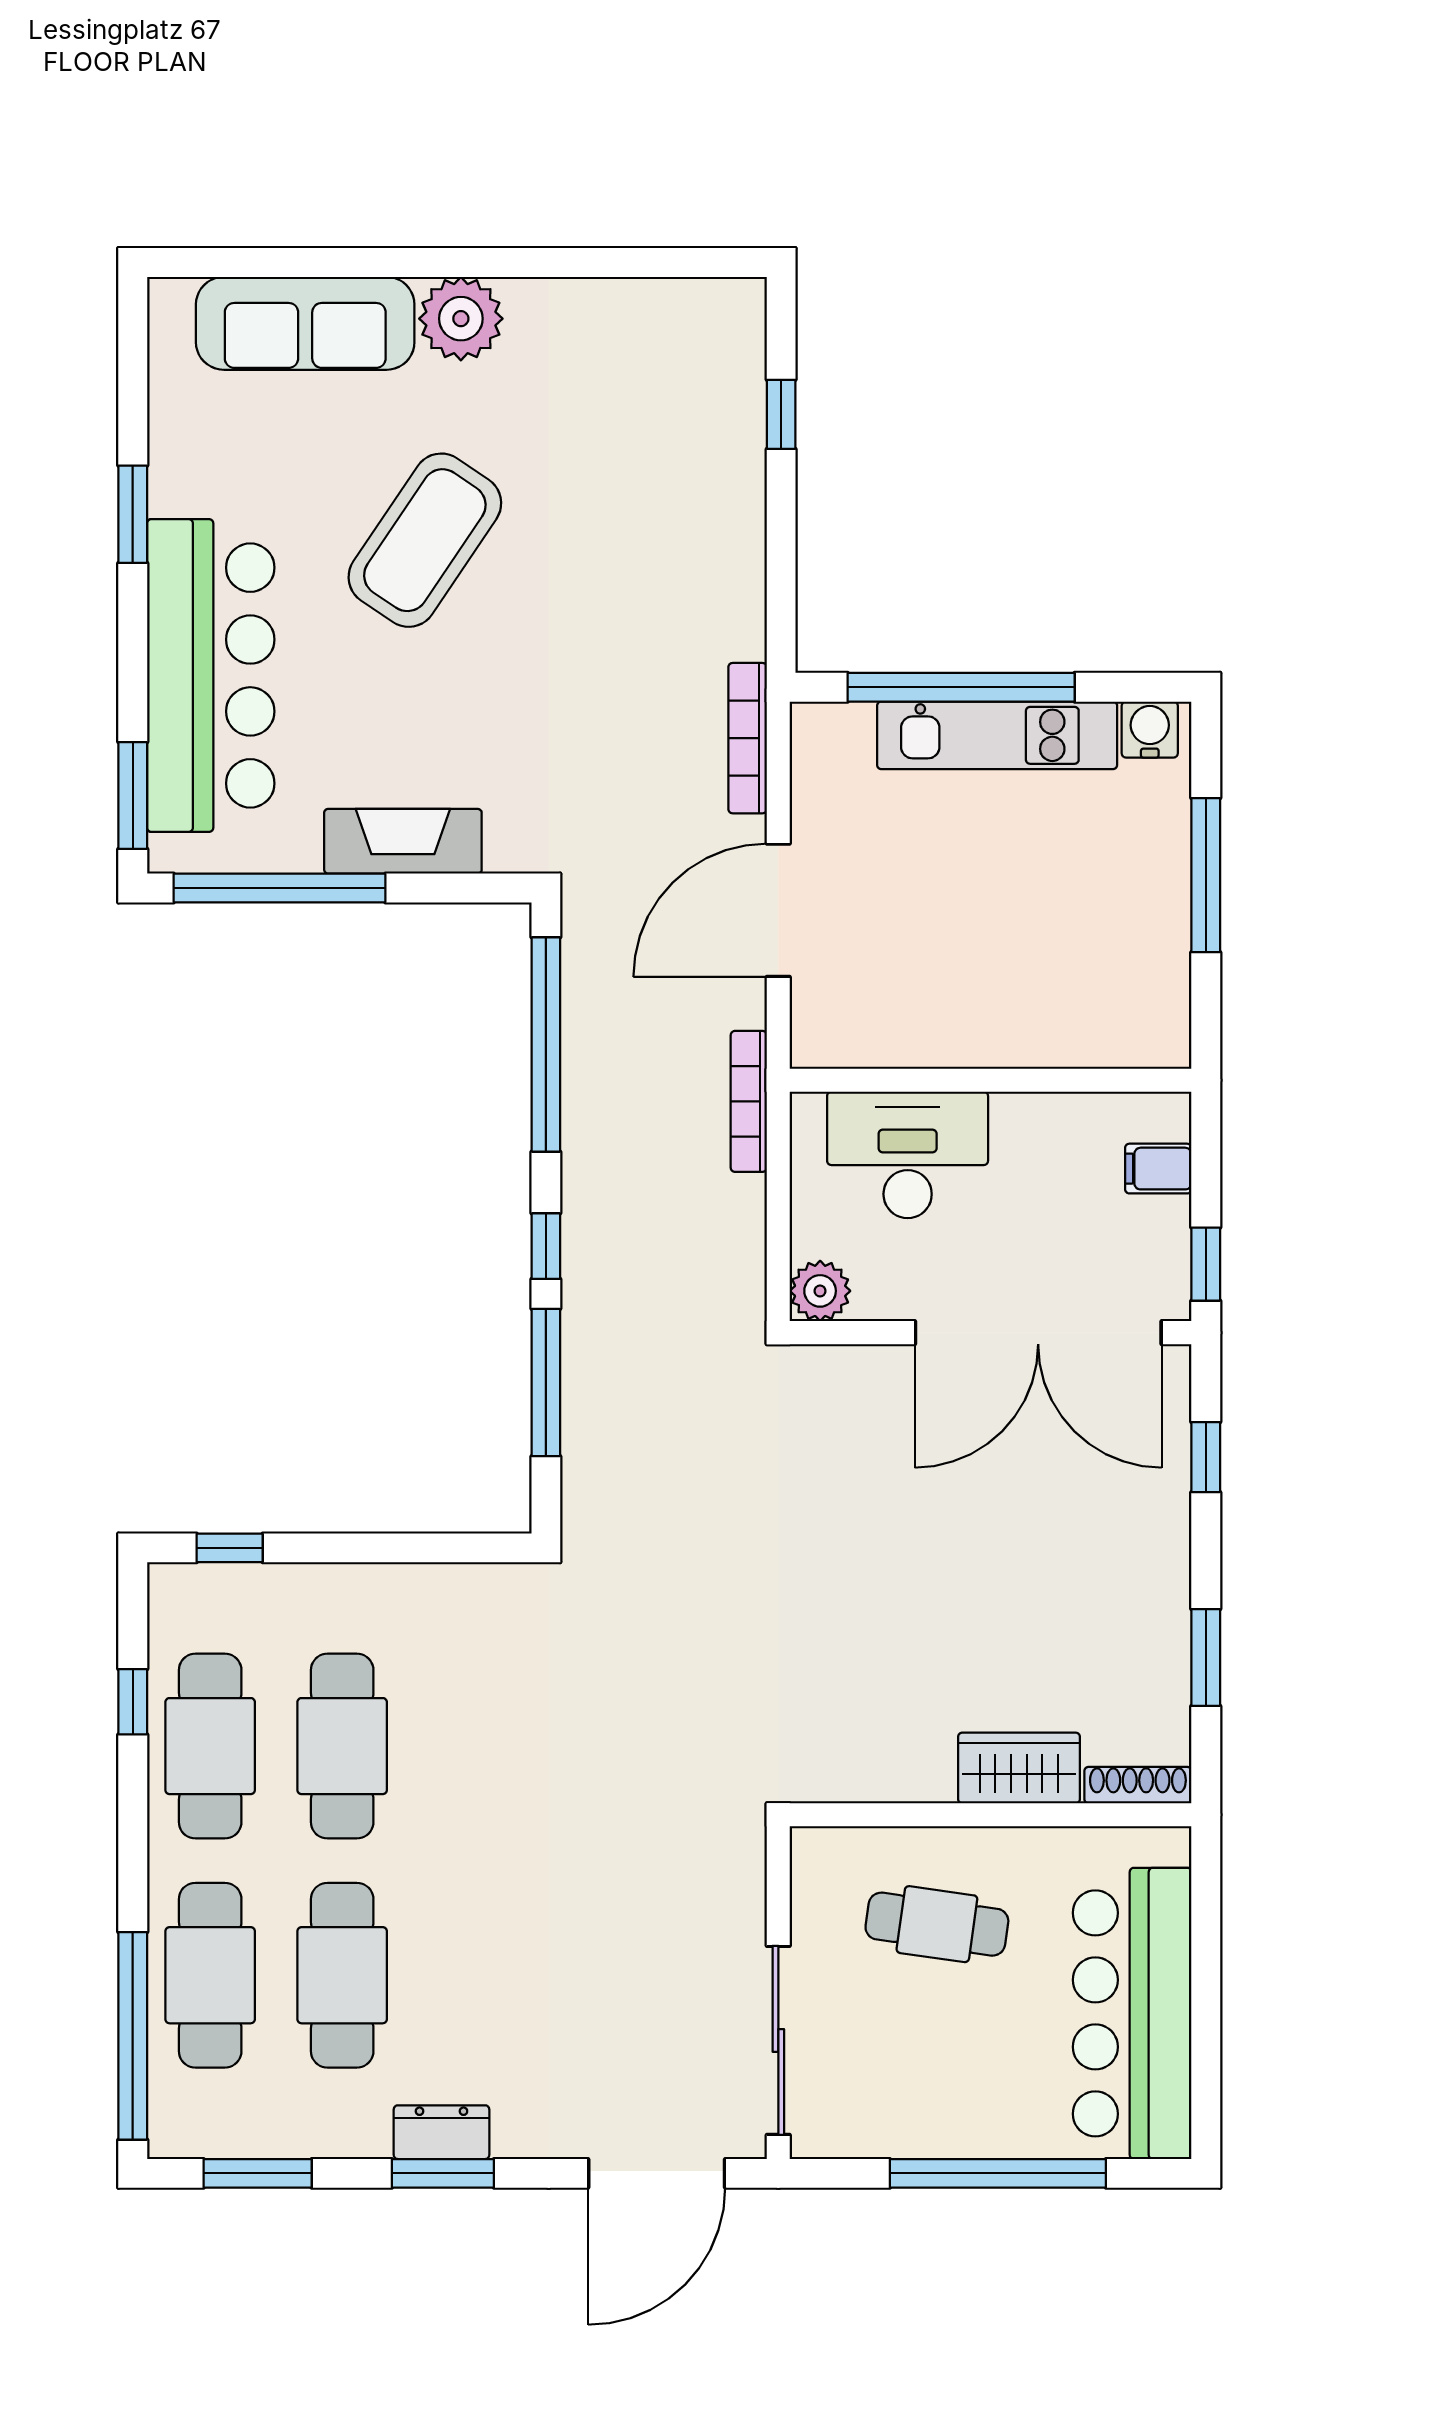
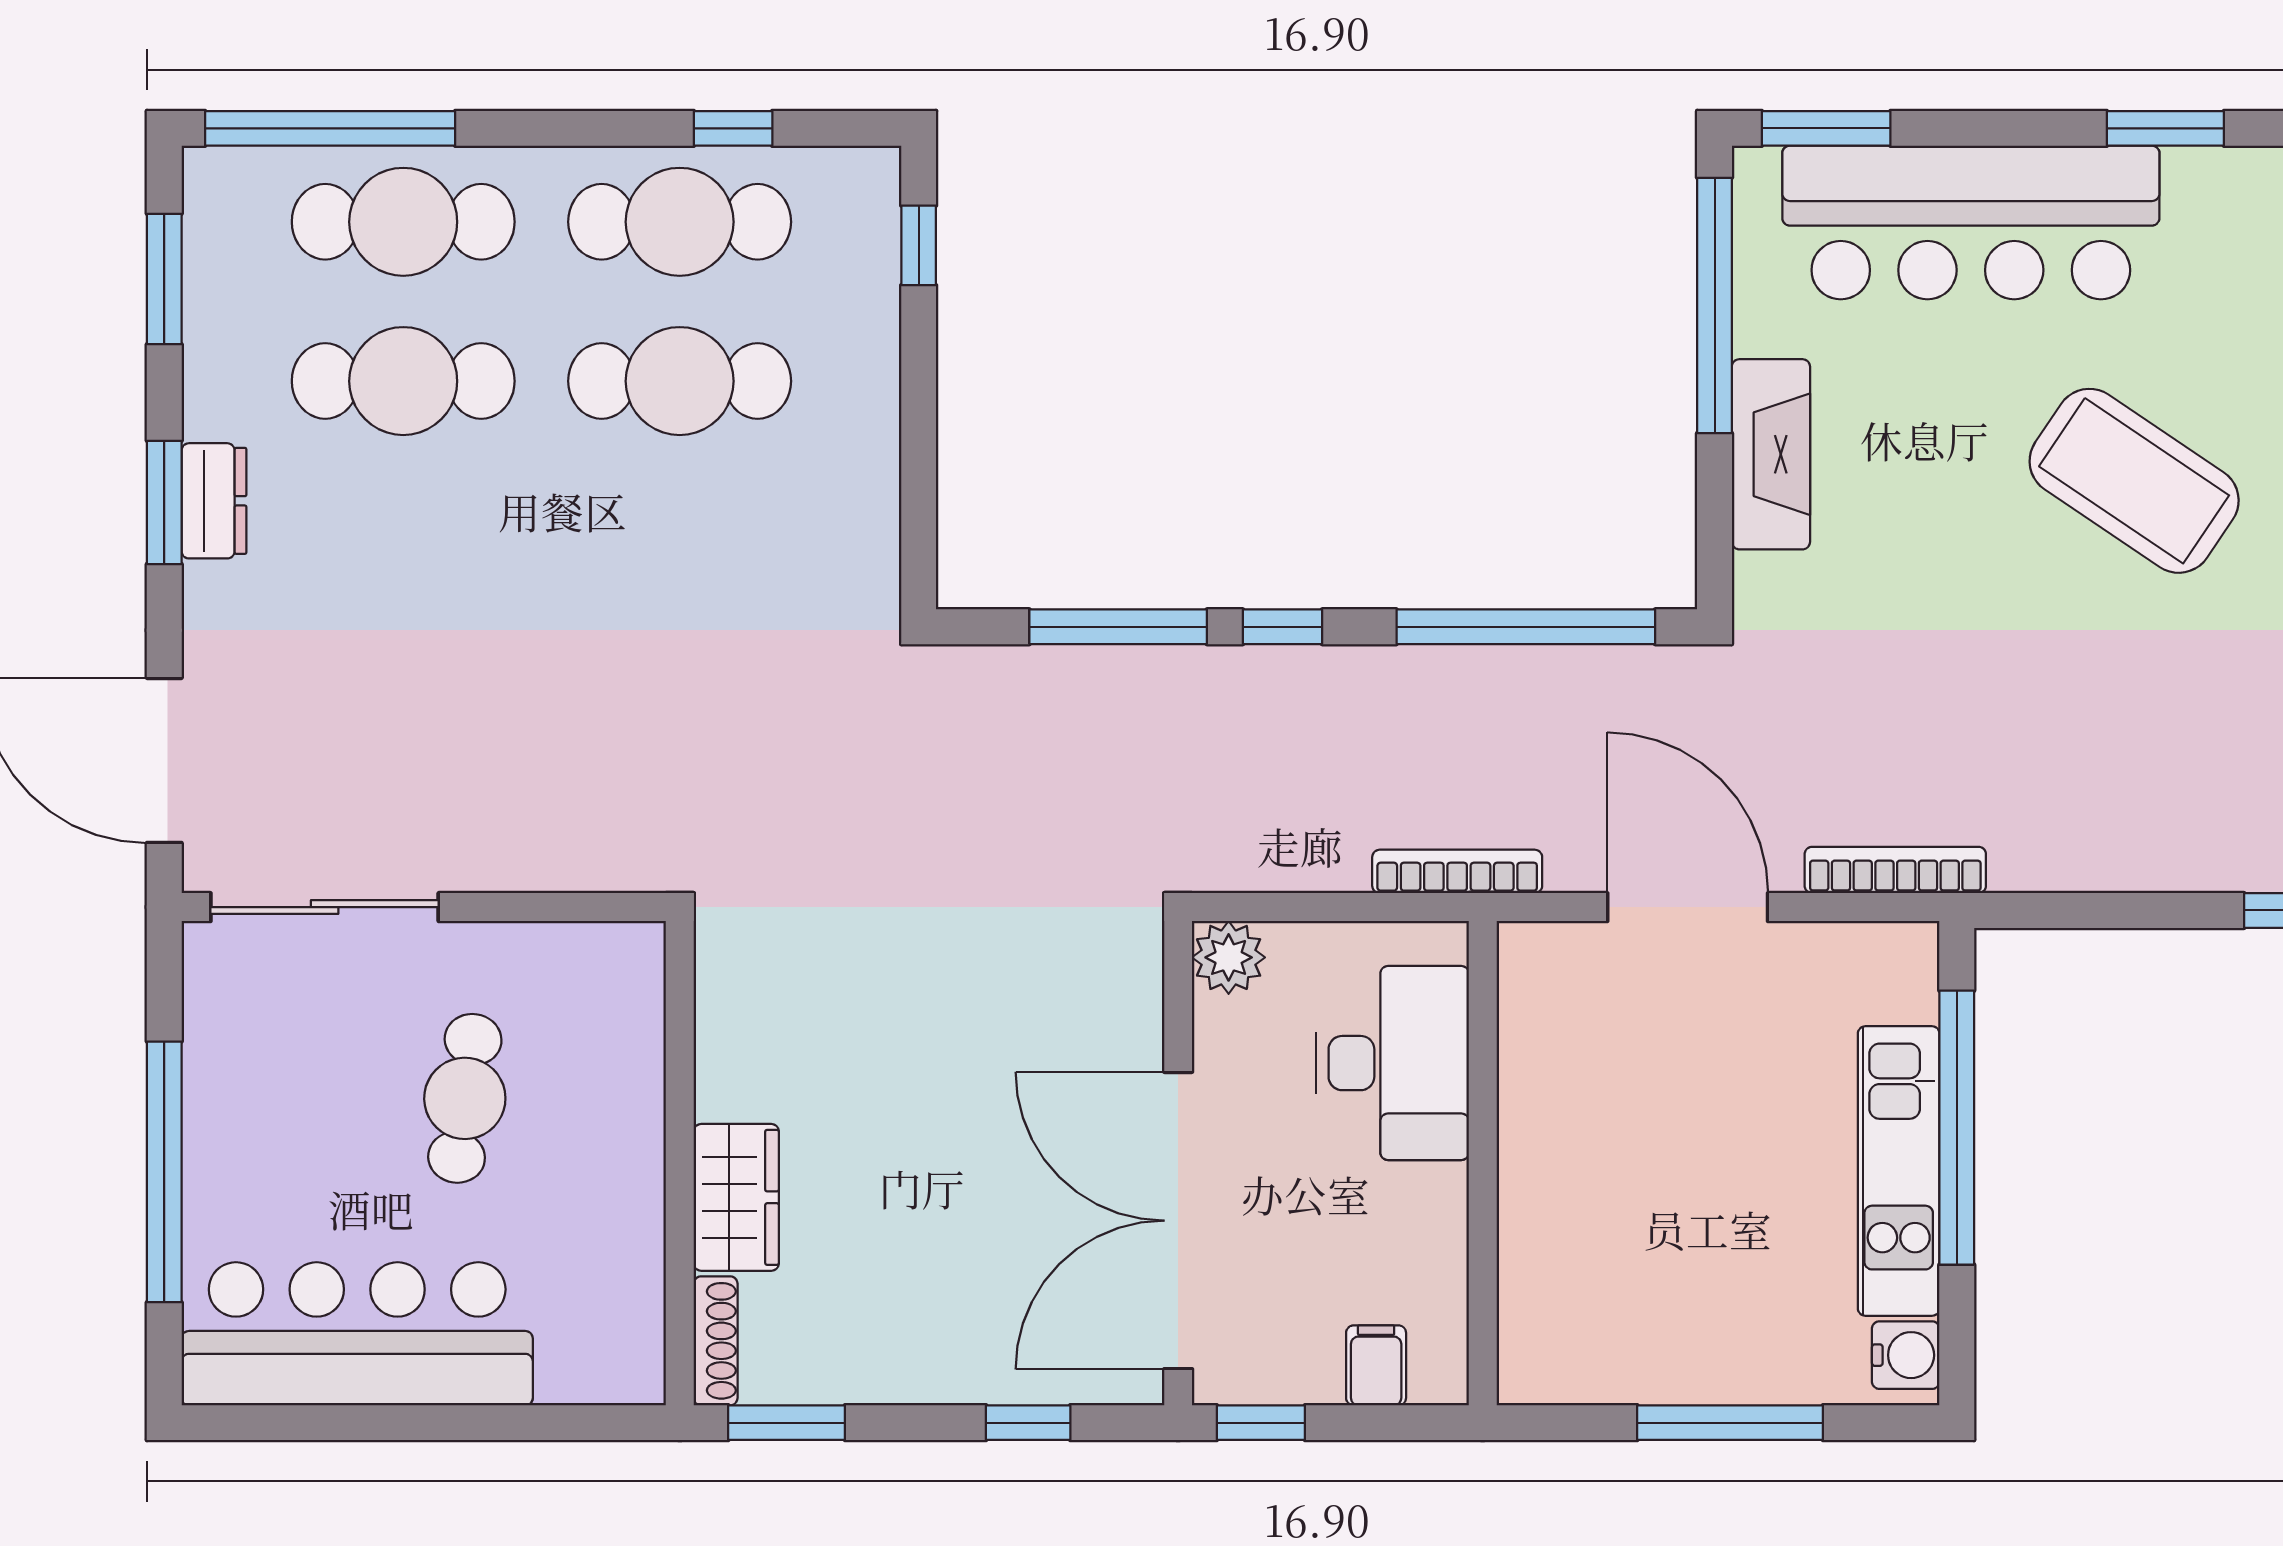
wardrobe: (1019, 1768) -> (736, 1197), moved
shoe rack: (1138, 1785) -> (716, 1341), moved
wall: (991, 1815) -> (680, 1163), moved

